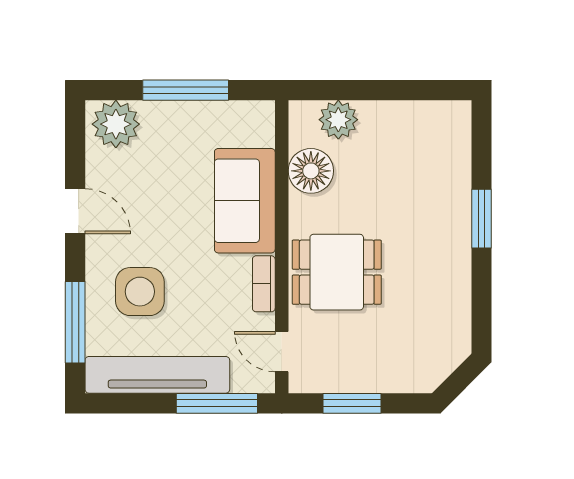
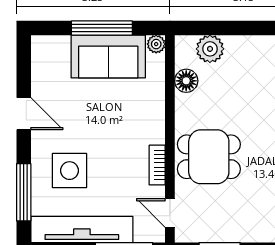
plant: (116, 124) -> (156, 44), moved, width x0.53, depth x0.53
floor lamp: (311, 171) -> (186, 81), width x0.73, depth x0.73
sofa: (245, 201) -> (108, 56), moved, turned -90

